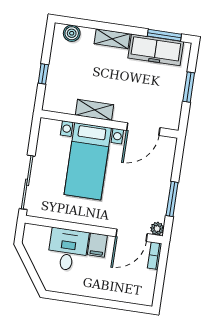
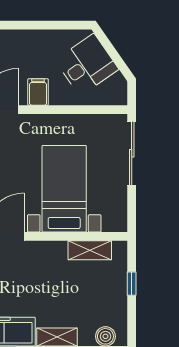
shelving: (94, 110) -> (90, 250), moved
desk: (68, 250) -> (87, 65), moved, turned -125

